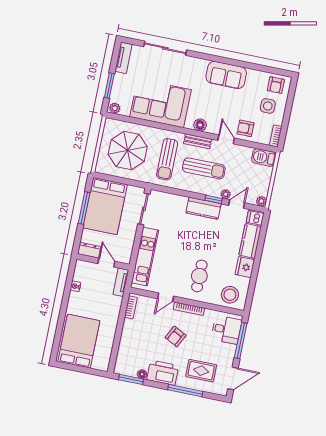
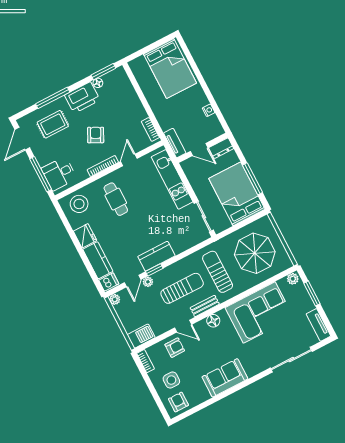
sun lounger: (204, 168) -> (182, 288), turned 180

